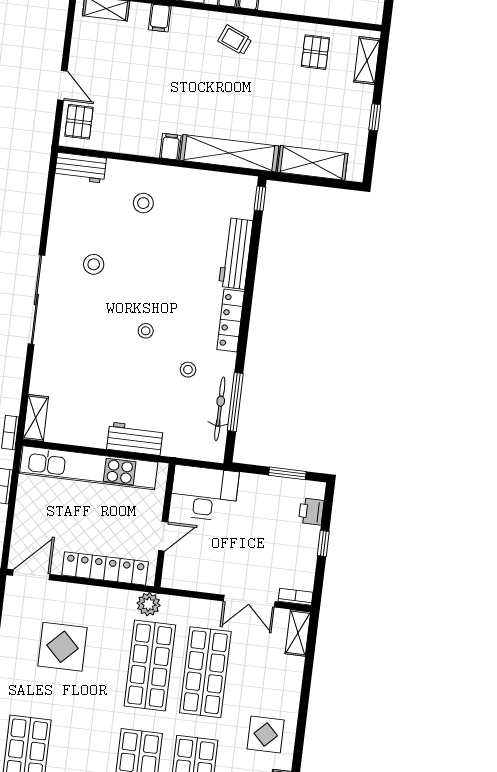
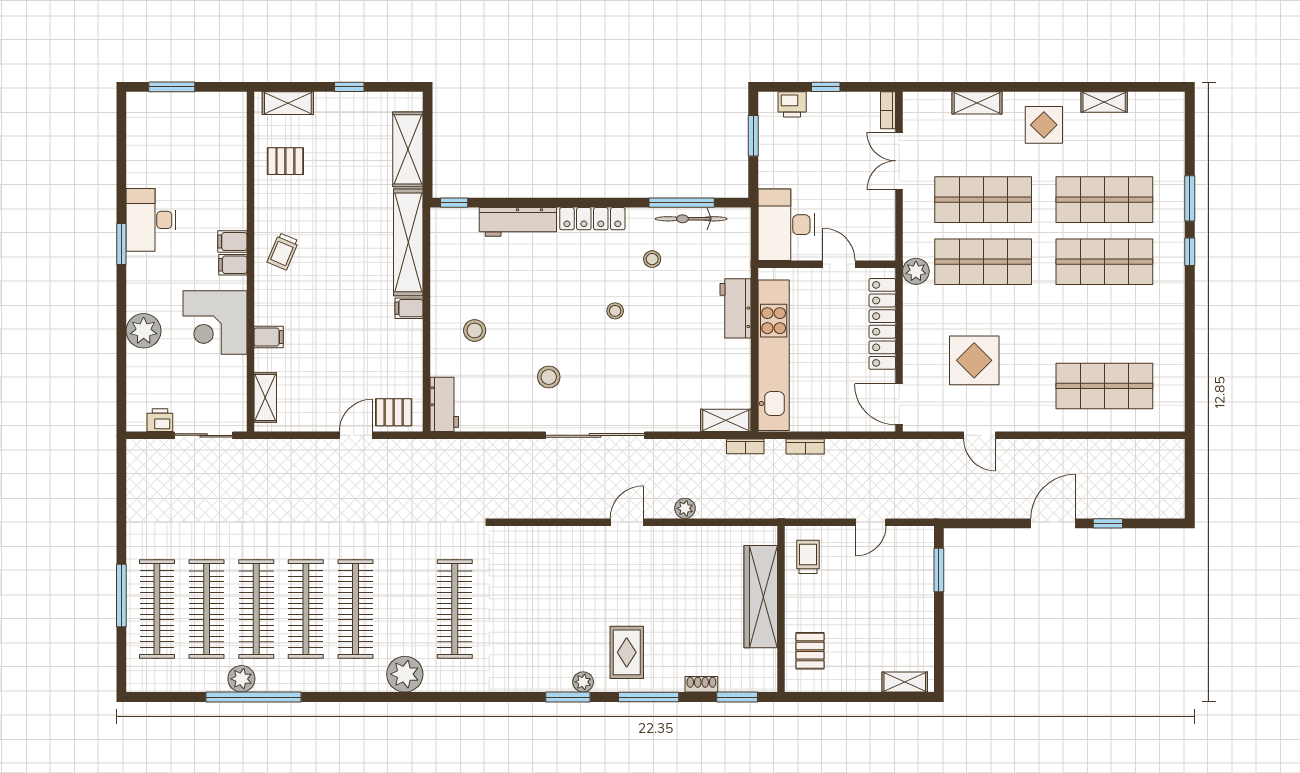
double door: (249, 601) -> (899, 161), swing flipped
shelving: (298, 633) -> (977, 103), moved

